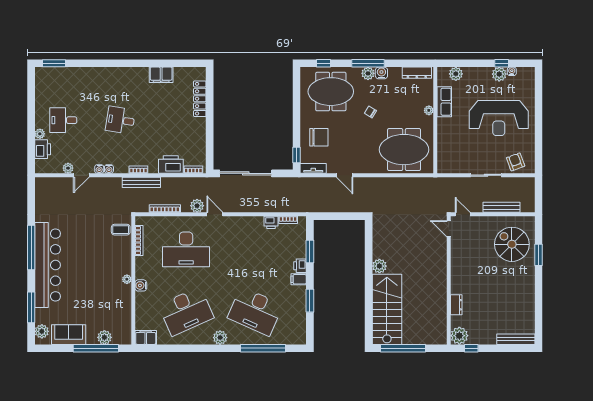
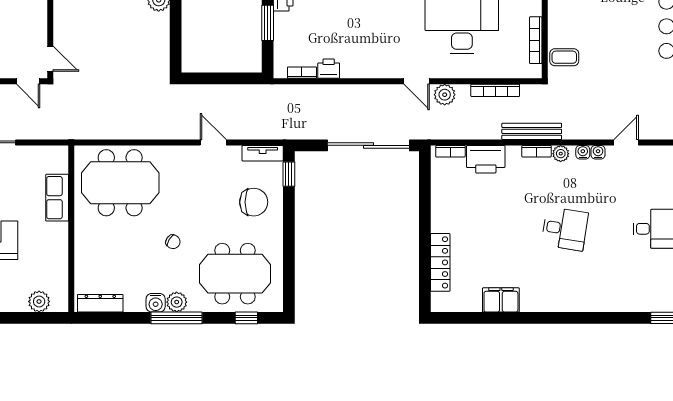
row of seats: (444, 102) -> (57, 198), moved
plant: (429, 110) -> (81, 244), removed
chair: (319, 137) -> (254, 202), turned 180
plant: (68, 168) -> (561, 154), moved

